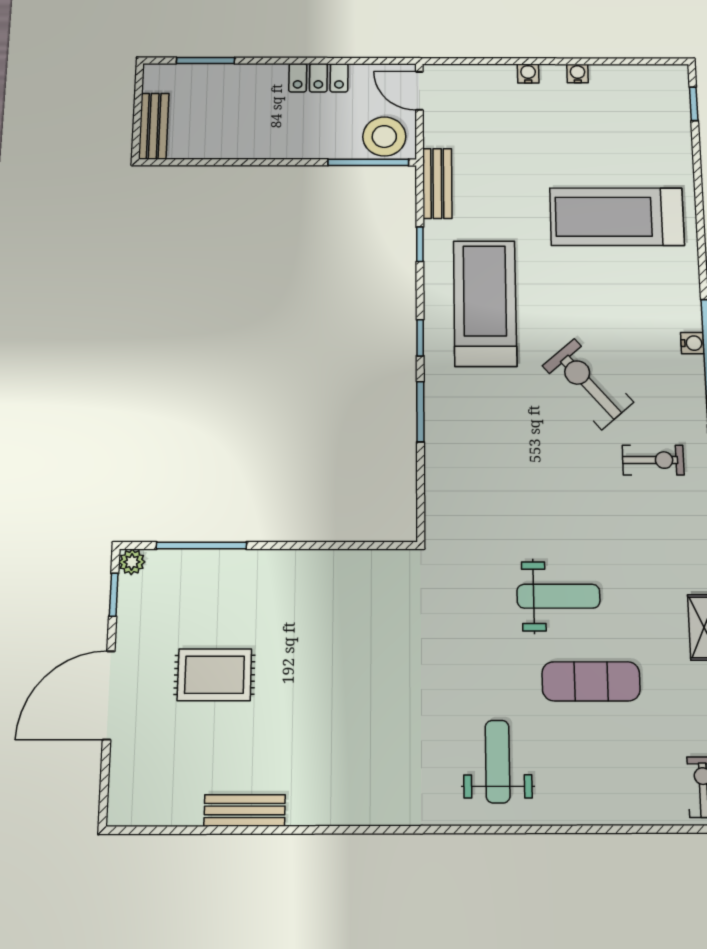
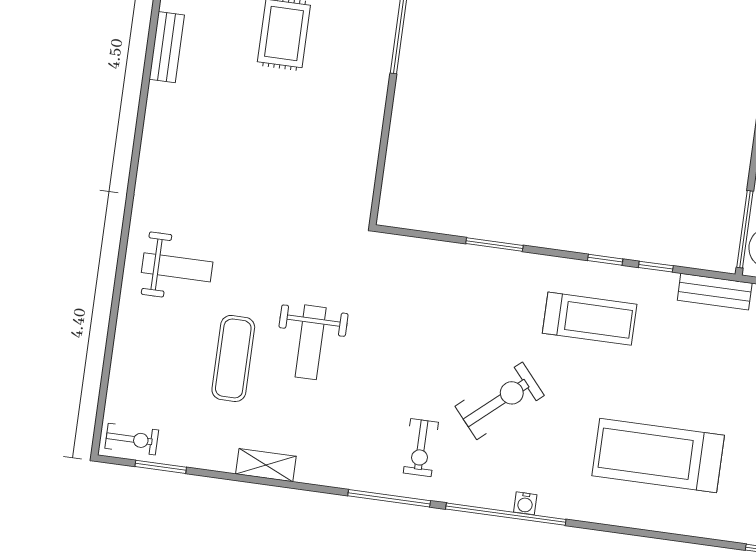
treadmill: (617, 217) -> (658, 455), turned -90
treadmill: (485, 303) -> (590, 319), width x0.73, depth x0.73
window: (420, 338) -> (605, 260), moved

